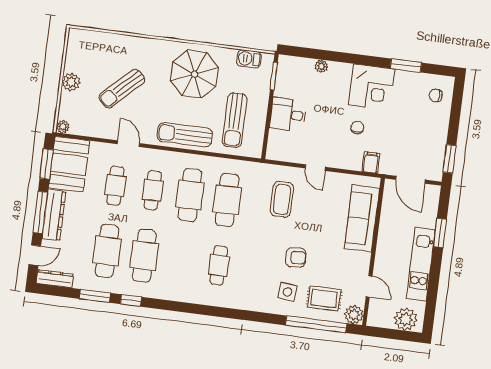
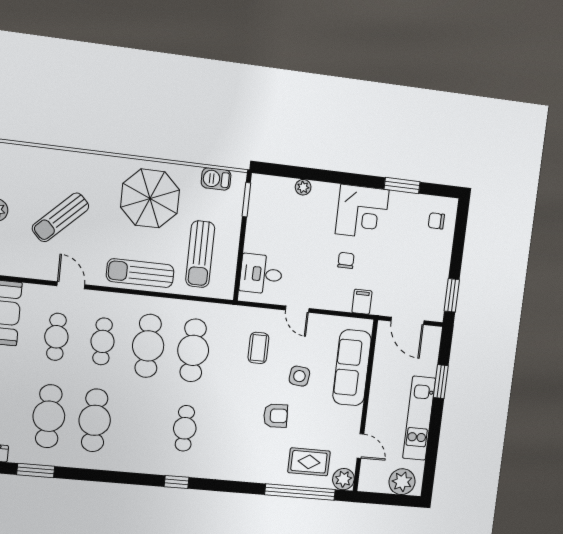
desk: (288, 115) -> (261, 274), moved
coffee table: (282, 199) -> (258, 348), width x0.73, depth x0.77
side table: (287, 292) -> (299, 376), moved
window: (131, 301) -> (177, 482), moved

